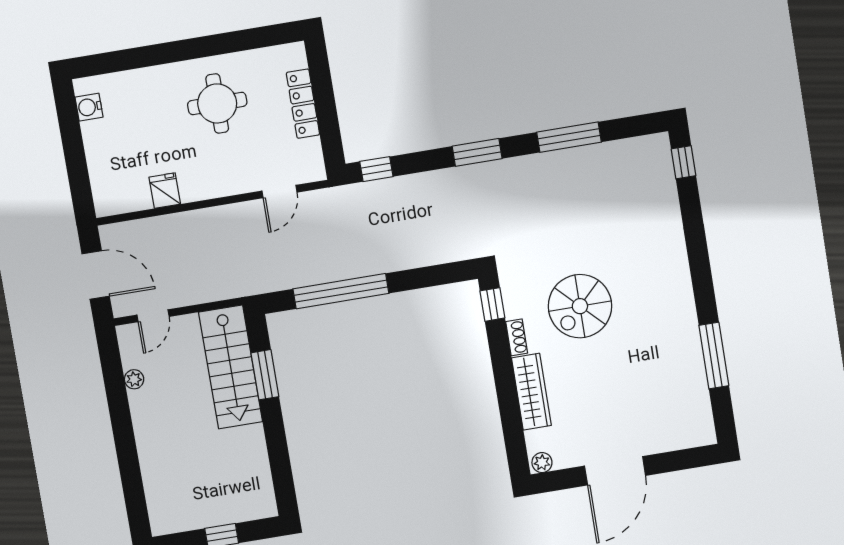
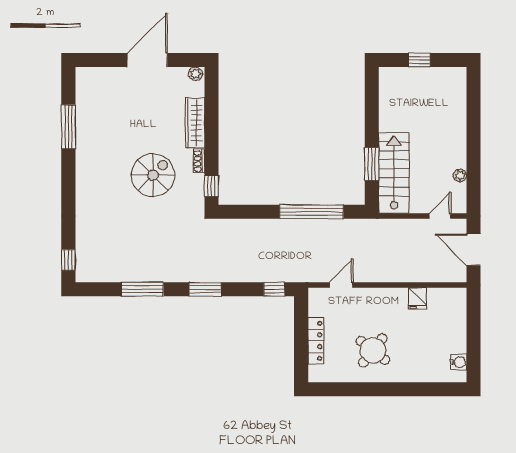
round table: (217, 103) -> (373, 350), turned 38

